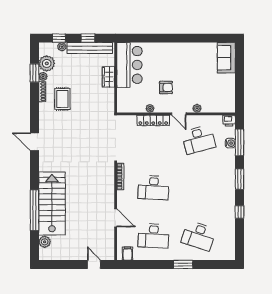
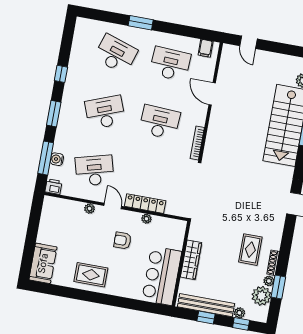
rug: (186, 55) -> (91, 275), added
wardrobe: (108, 77) -> (191, 260), width x1.50
desk: (199, 188) -> (105, 112), added

